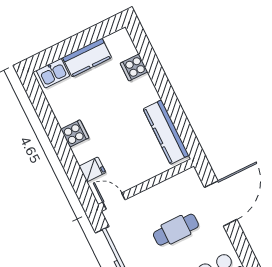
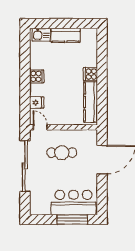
cooker: (134, 68) -> (90, 74), moved
cafe table: (176, 230) -> (62, 153), moved

